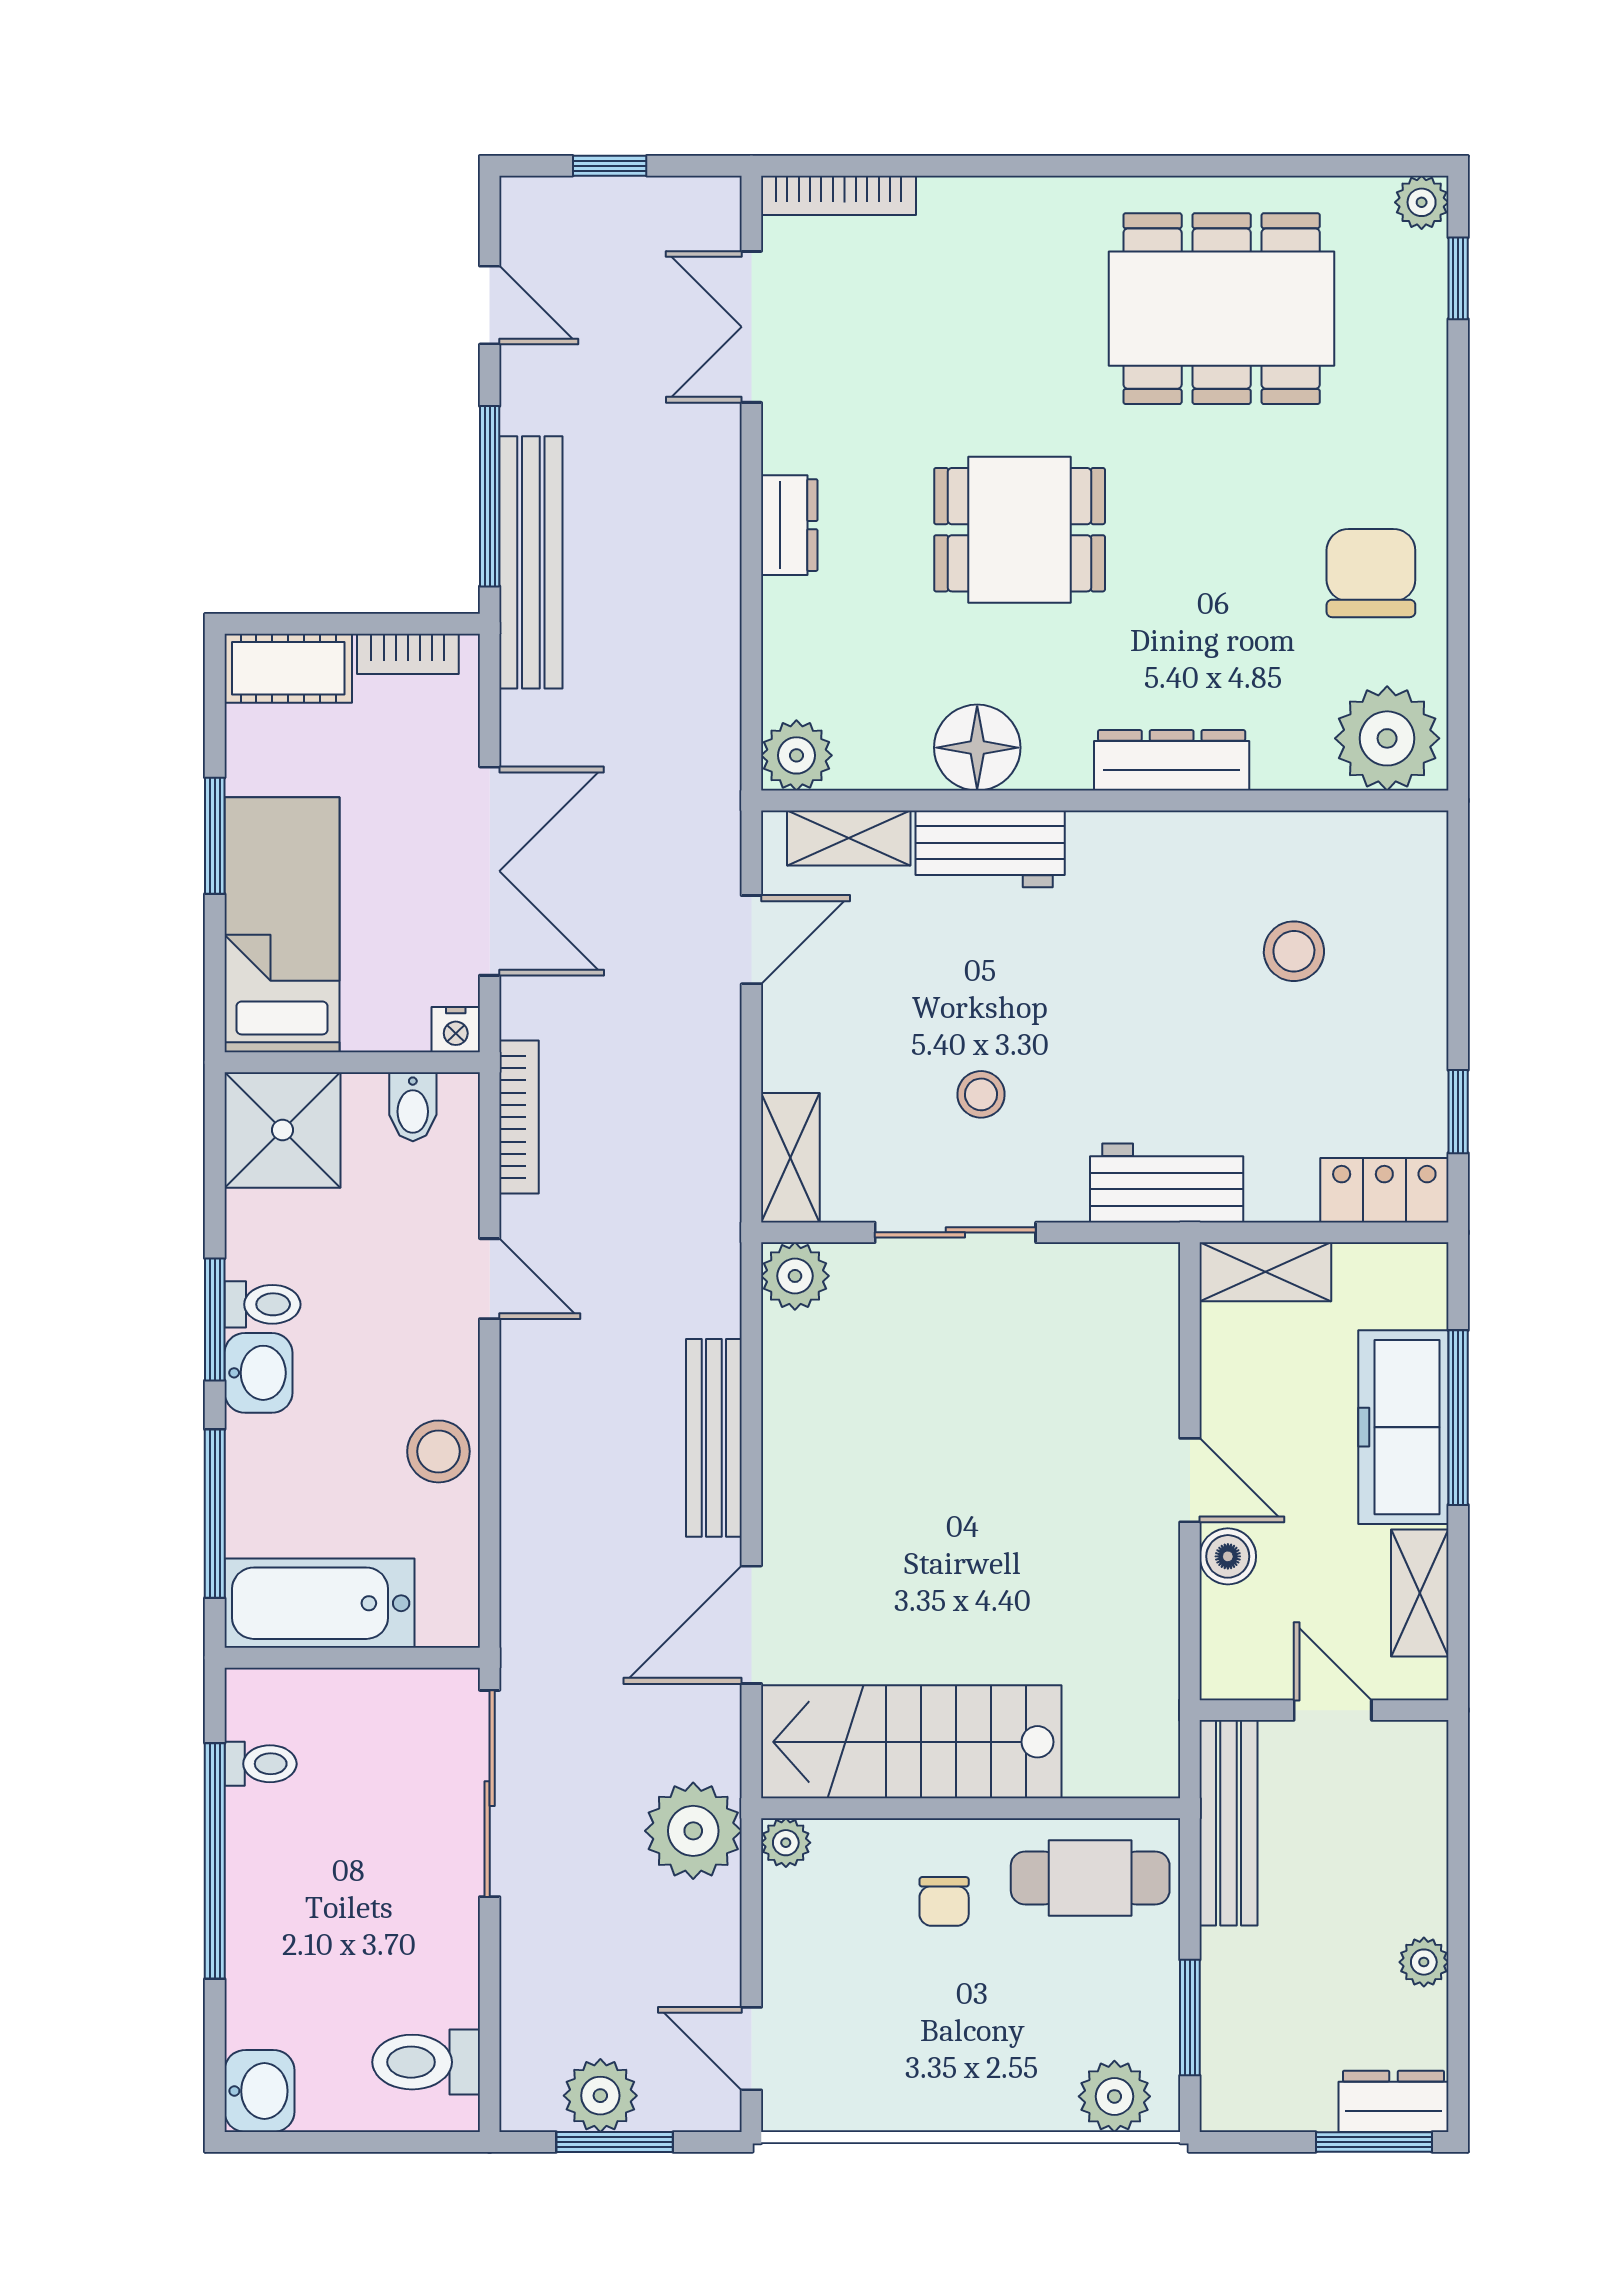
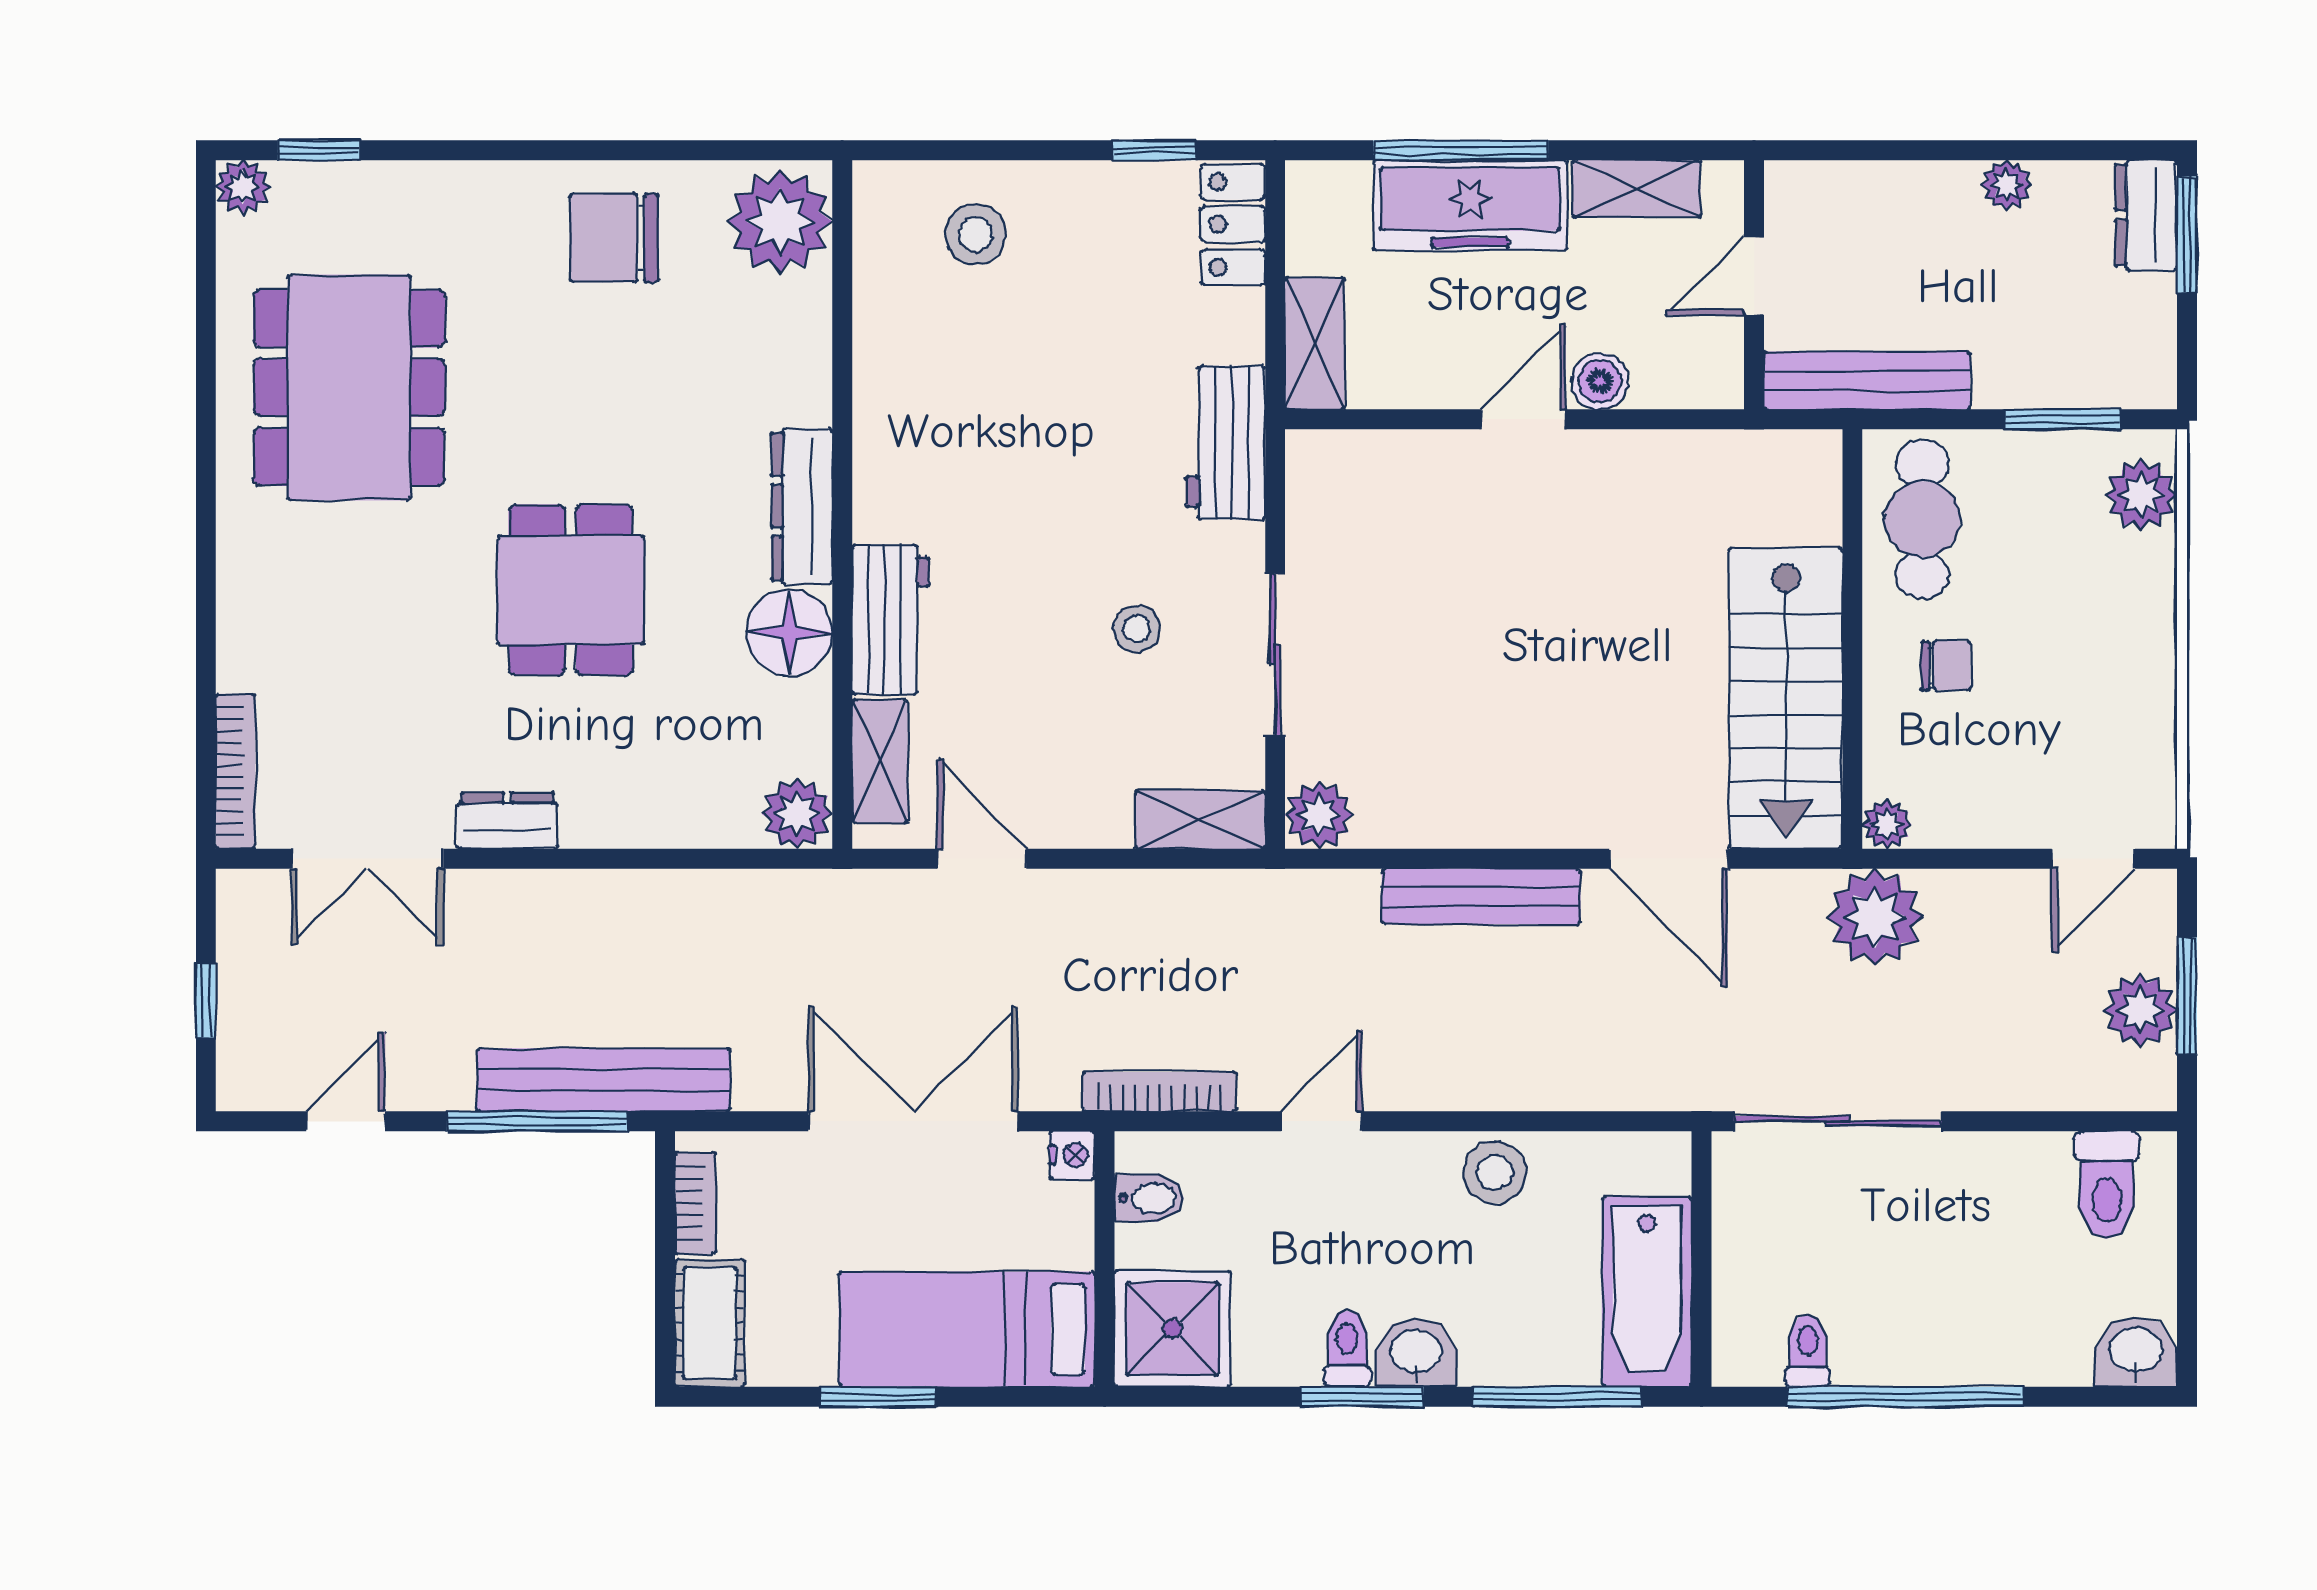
dresser: (789, 525) -> (508, 821), moved
dresser: (1172, 760) -> (802, 506), moved
stool: (1294, 951) -> (976, 234), moved

